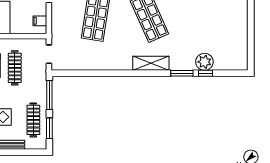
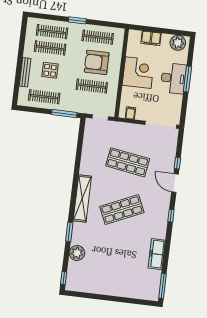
shelving: (151, 63) -> (82, 198), width x1.47
window: (206, 73) -> (64, 278), moved
window: (49, 128) -> (35, 110), removed

